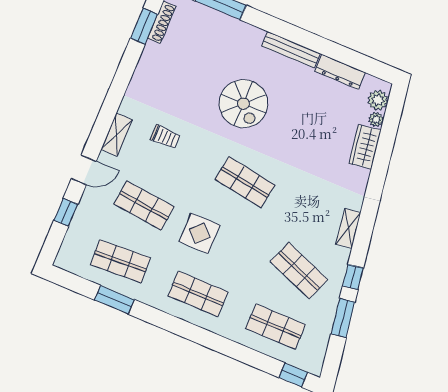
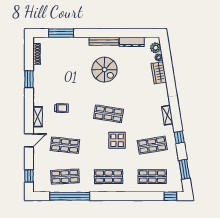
window: (144, 26) -> (29, 79), moved
spiral stairs: (243, 104) -> (105, 70), moved
window: (66, 212) -> (29, 176), moved
display table: (199, 233) -> (117, 140), moved
shop shelf: (299, 271) -> (152, 145), turned -30
window: (114, 300) -> (70, 196), width x2.11
window: (343, 318) -> (184, 169), moved

